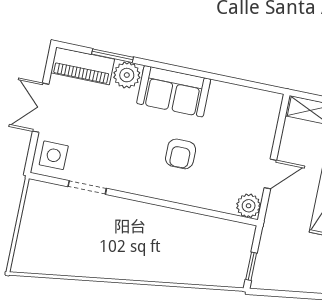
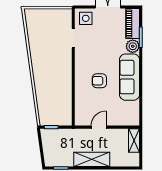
sofa: (174, 91) -> (130, 77), width x1.36
door: (270, 174) -> (99, 127), swing flipped
plant: (249, 206) -> (81, 120), removed

